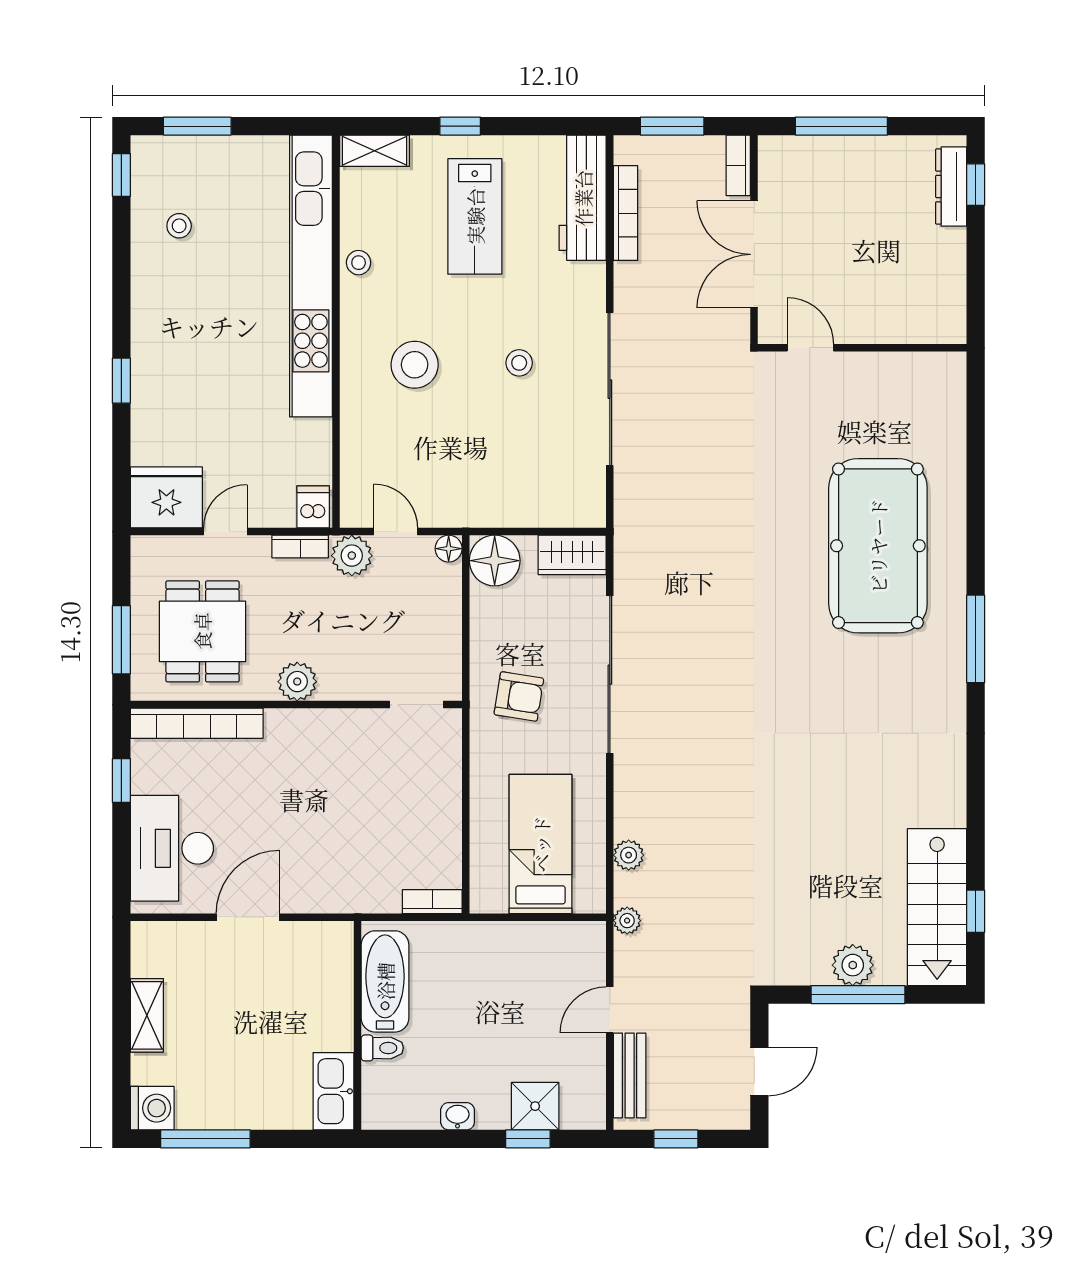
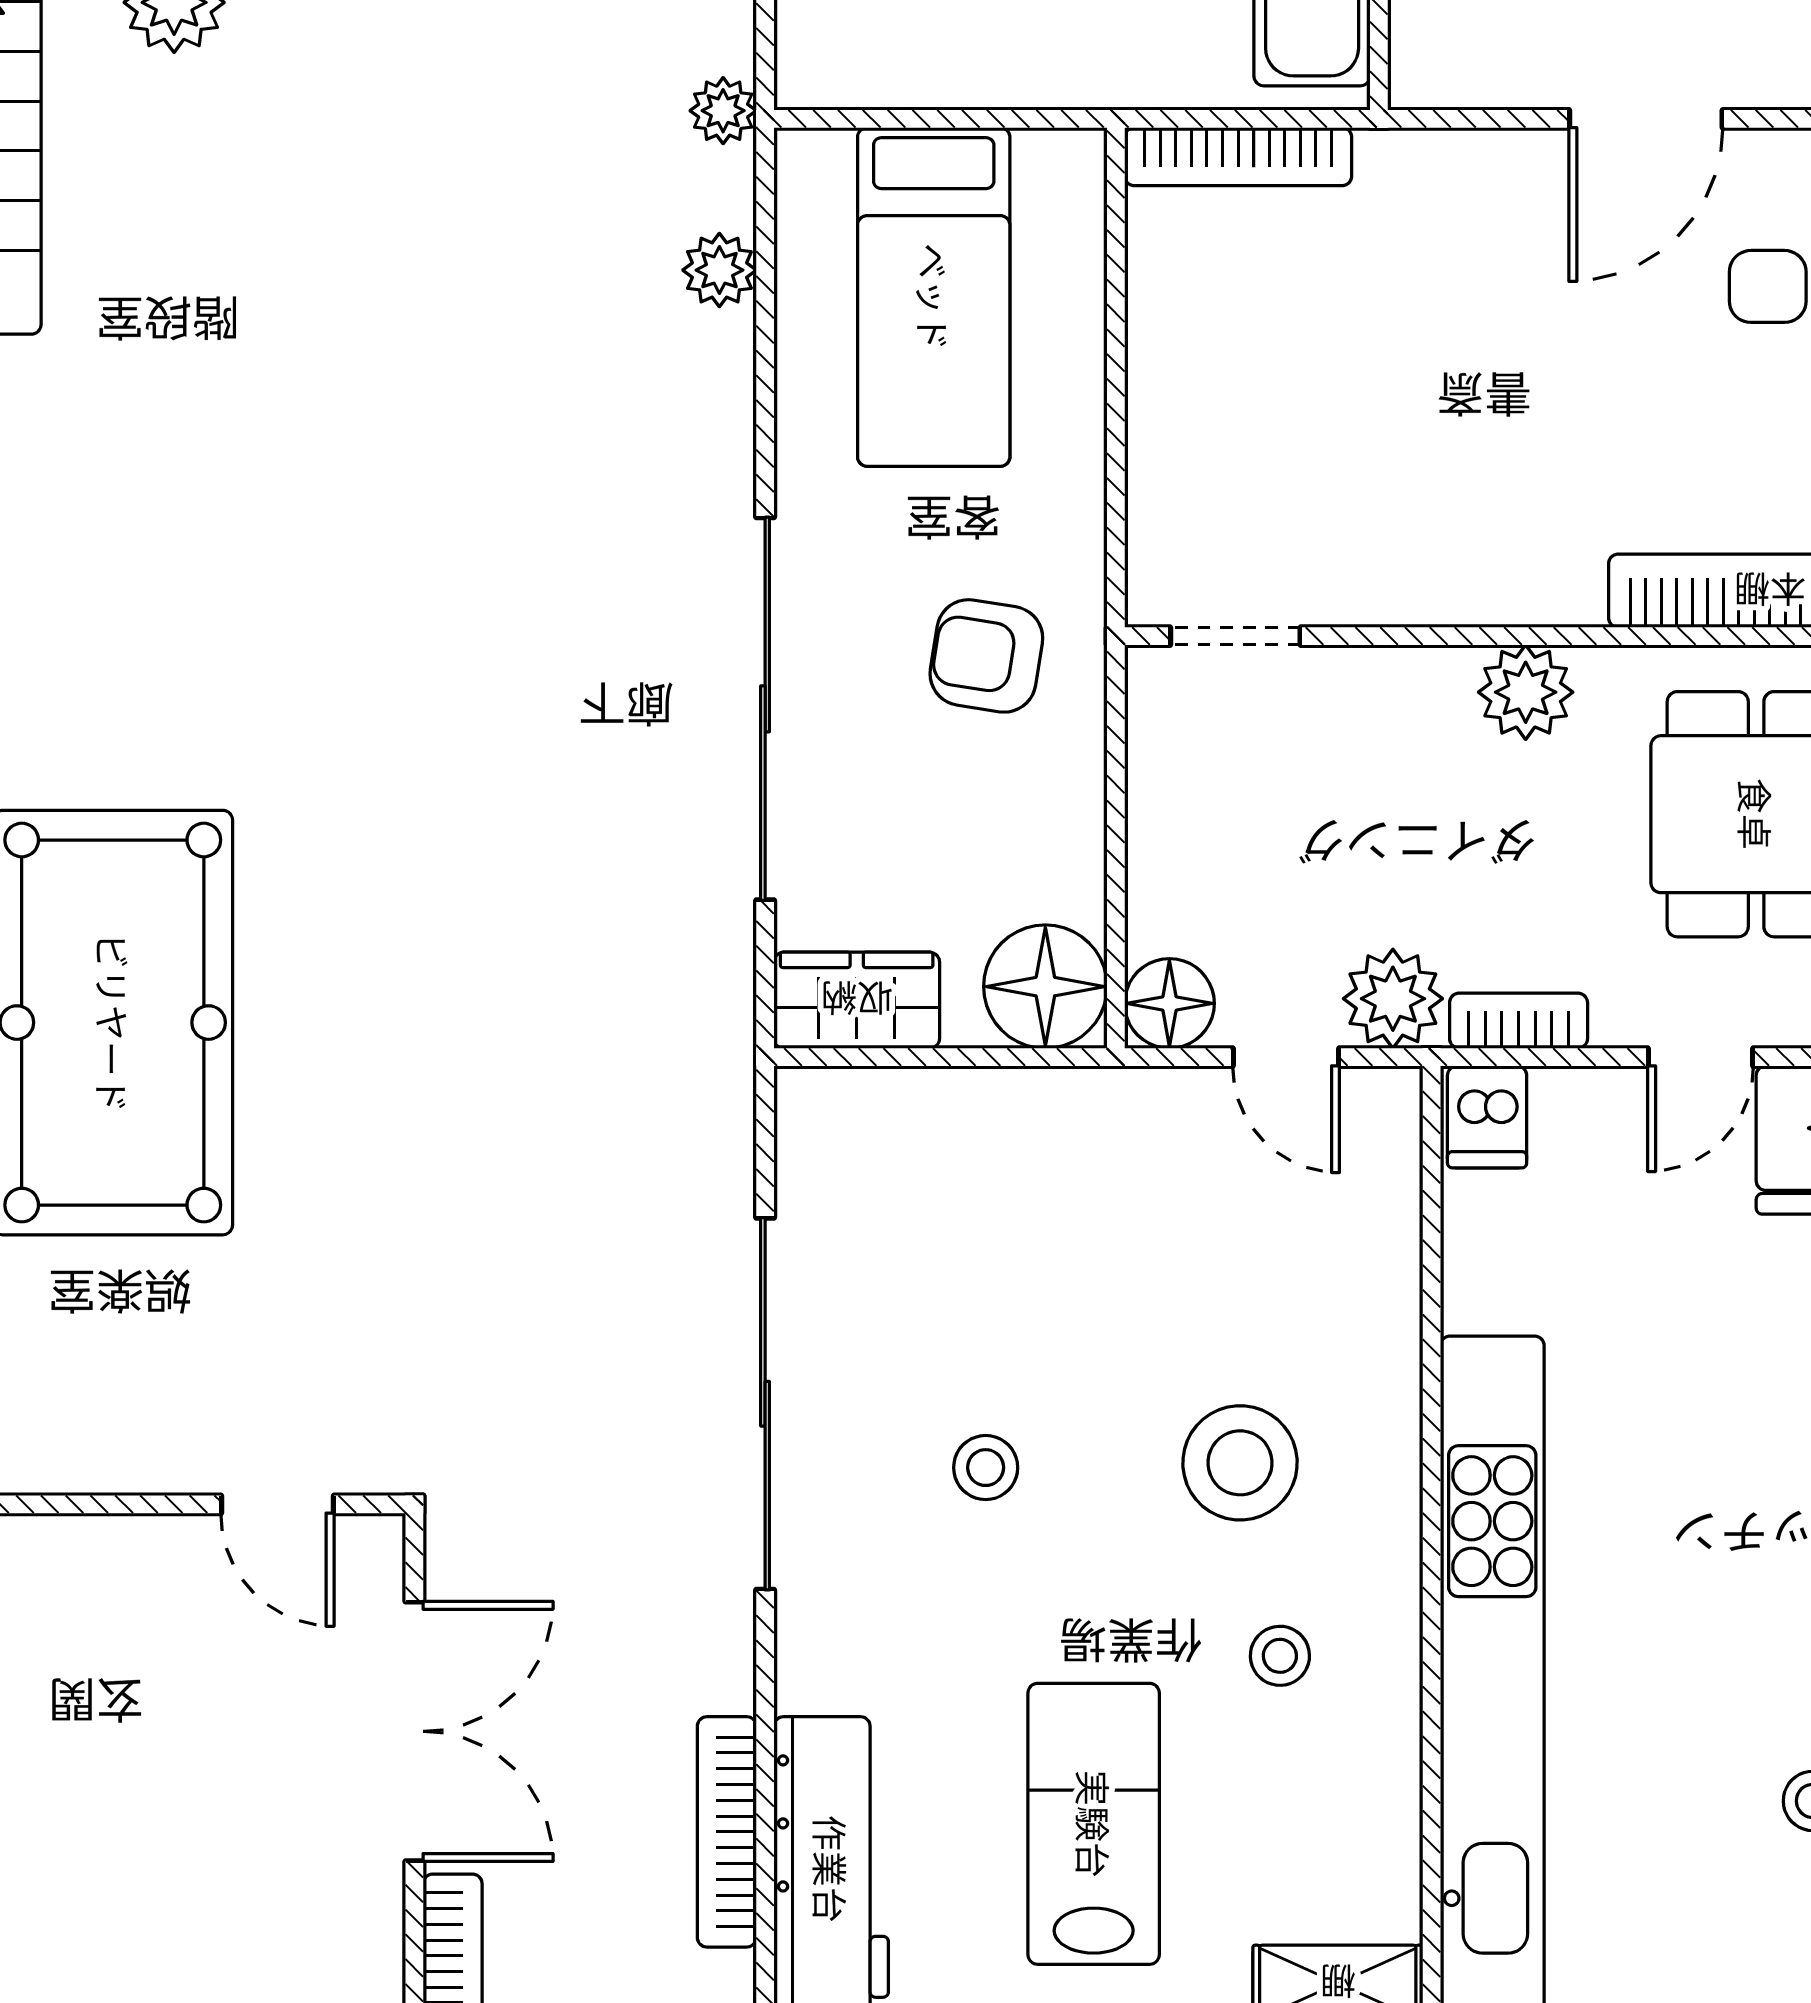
stool: (359, 263) -> (1280, 1656), moved
floor lamp: (449, 549) -> (1169, 1003), width x1.37, depth x1.37
bookcase: (432, 902) -> (1238, 157), width x1.56

